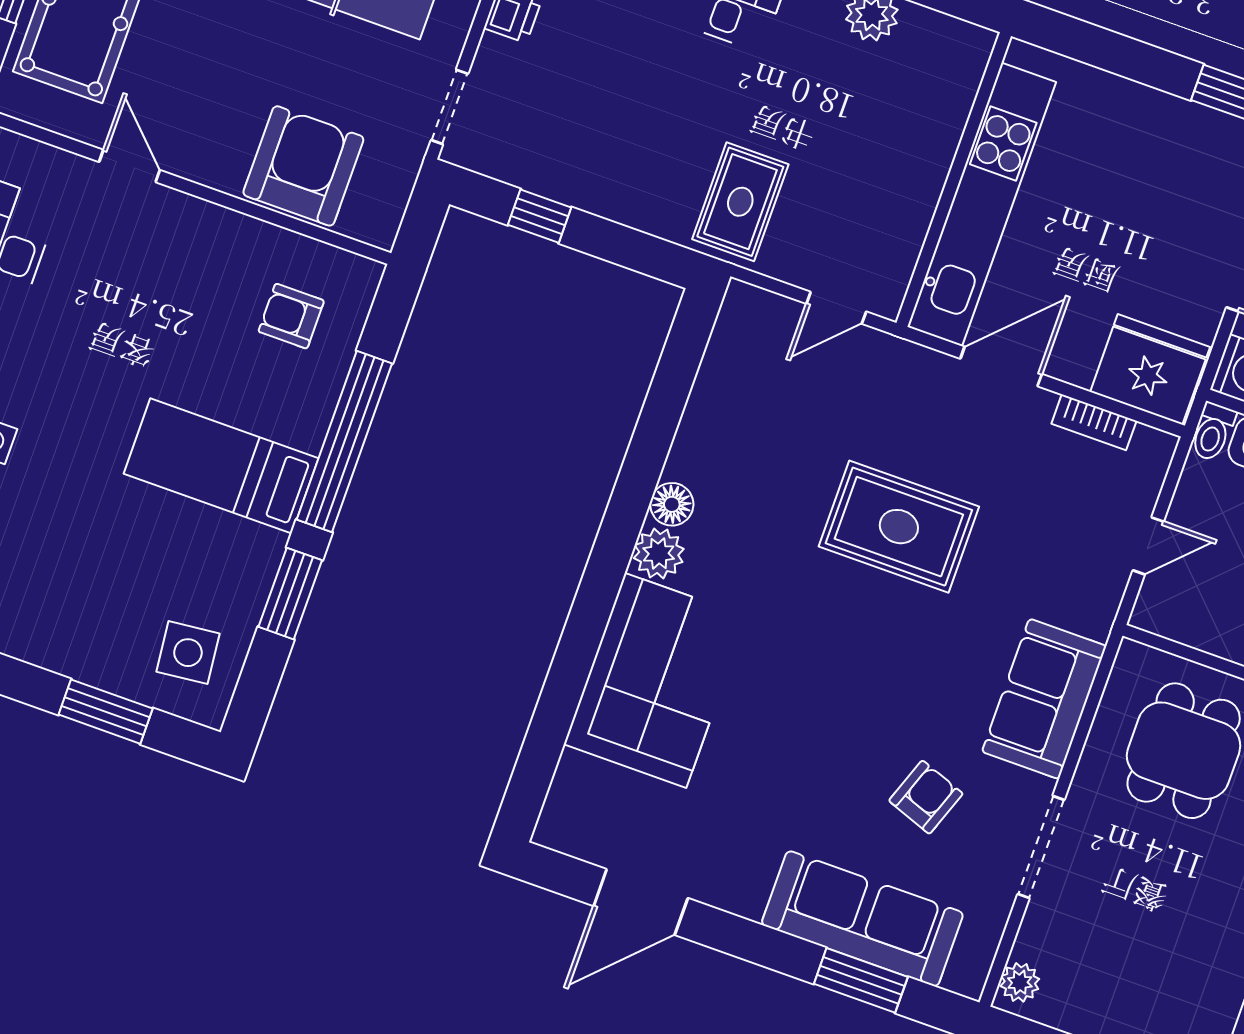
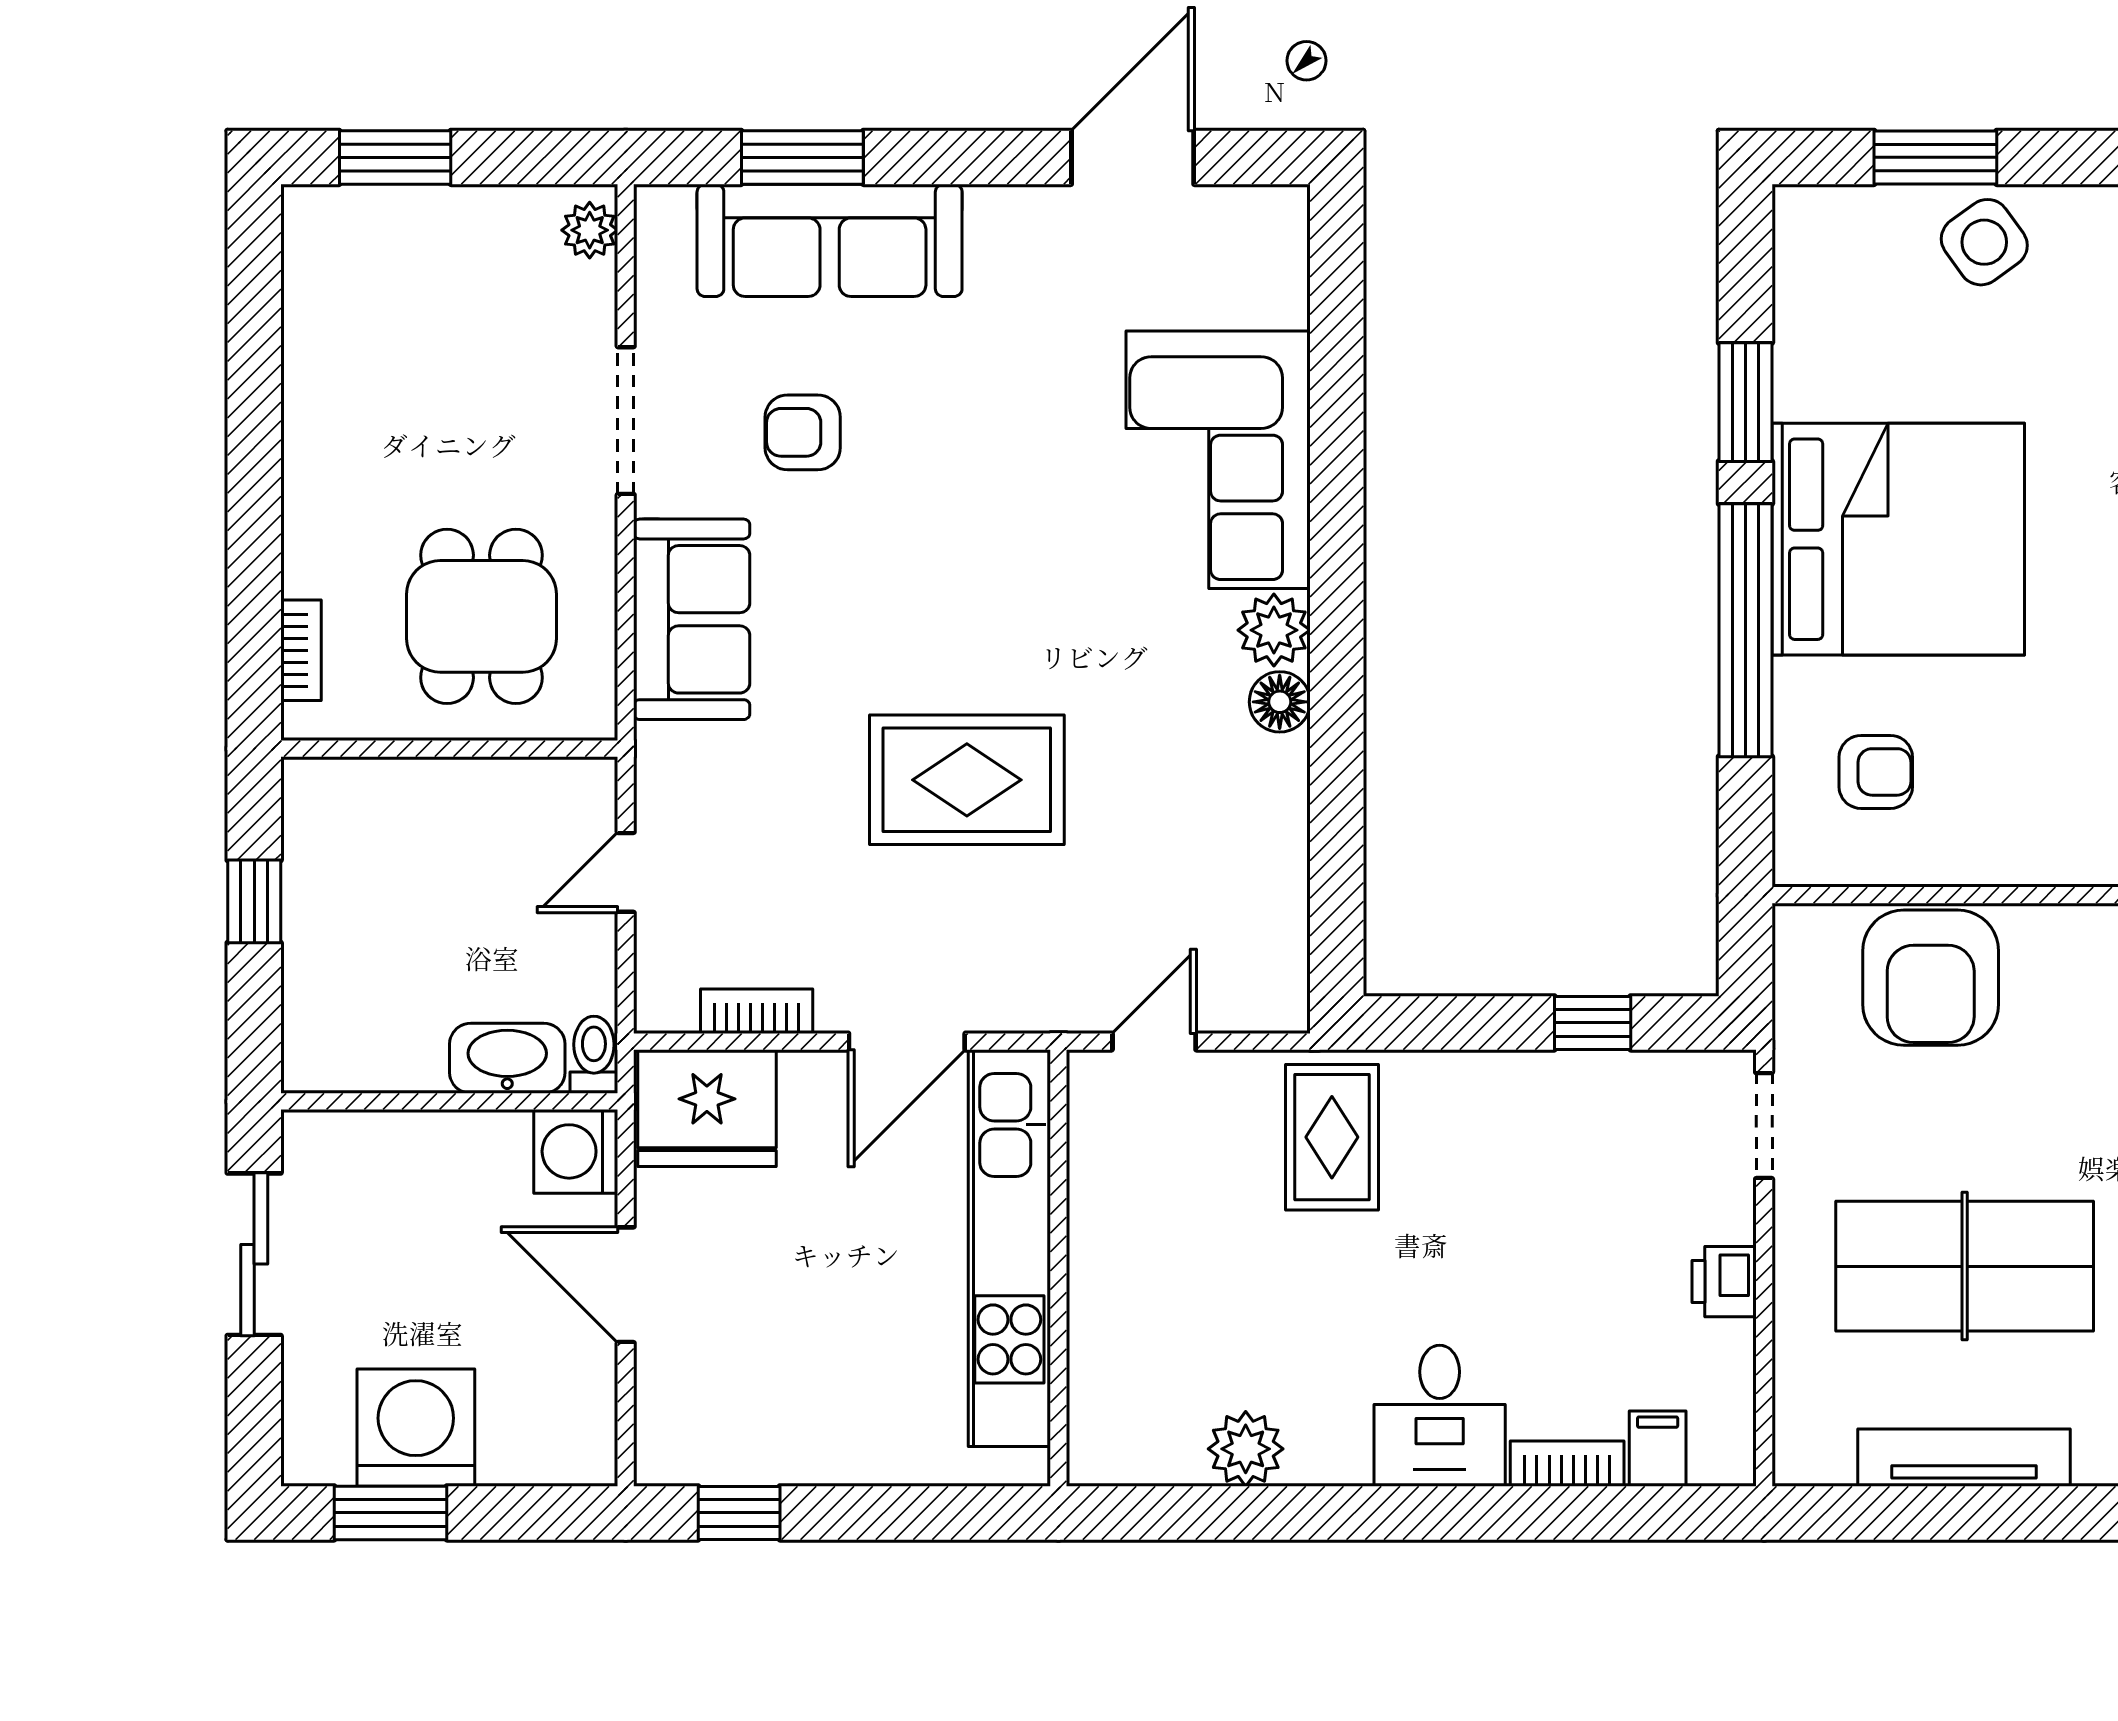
bed: (221, 466) -> (1898, 539), width x2.04
side table: (188, 653) -> (1984, 242), moved, turned -30
armchair: (926, 797) -> (803, 432), turned 70

